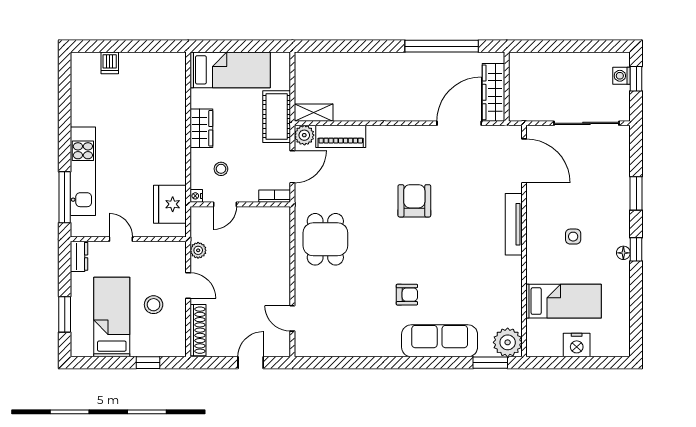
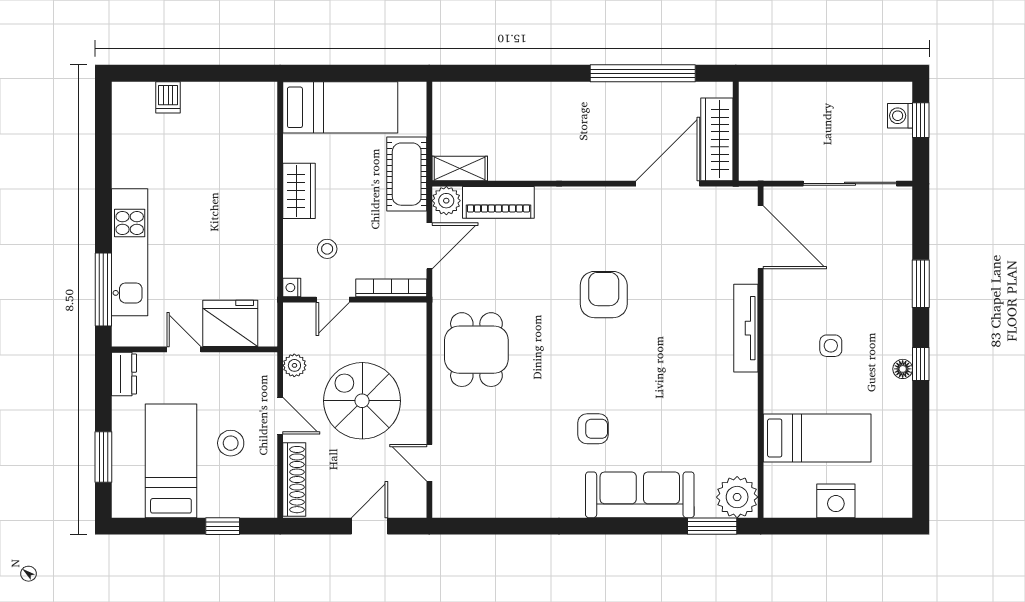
bookcase: (275, 196) -> (391, 288), width x1.56
fridge: (170, 204) -> (230, 323), moved, turned 90
spiral stairs: (245, 275) -> (362, 401), added

